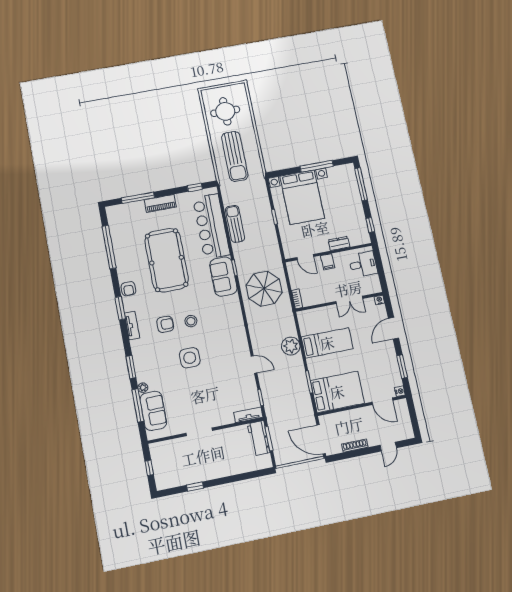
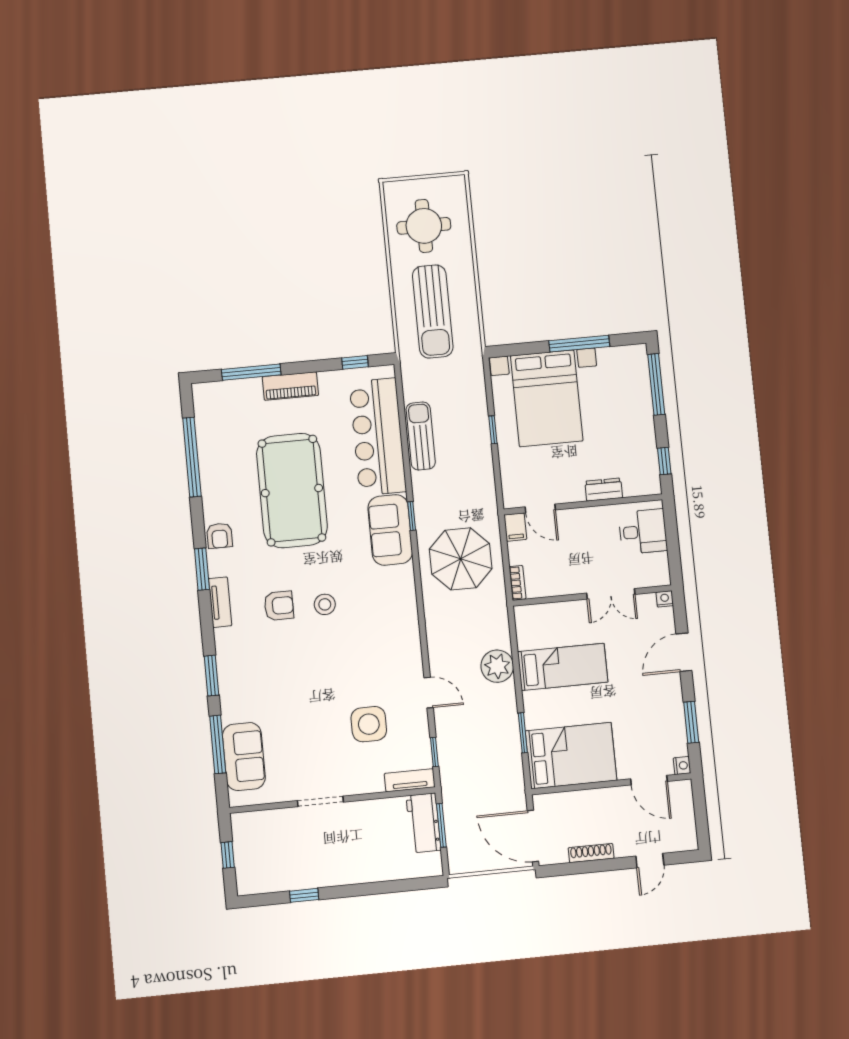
filing cabinet: (328, 262) -> (515, 527), moved
side table: (190, 358) -> (369, 724), moved
plant: (143, 388) -> (229, 714), removed

